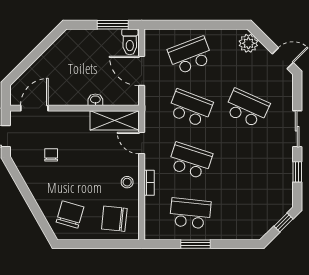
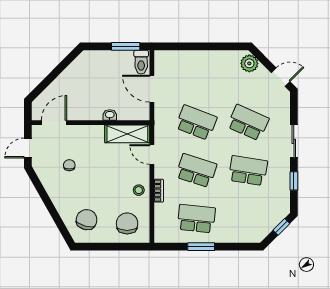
school desk: (190, 55) -> (248, 171), moved, turned 30
chair: (114, 219) -> (127, 223), turned 84

